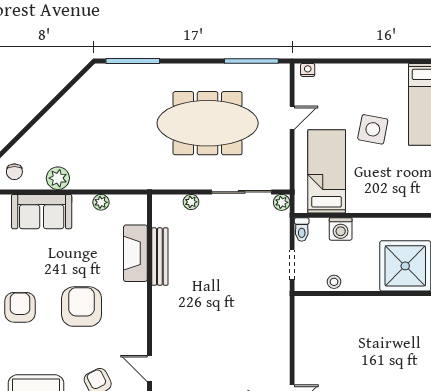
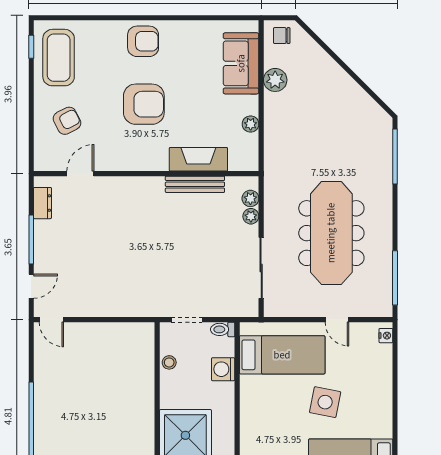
plant: (282, 202) -> (250, 198), moved

